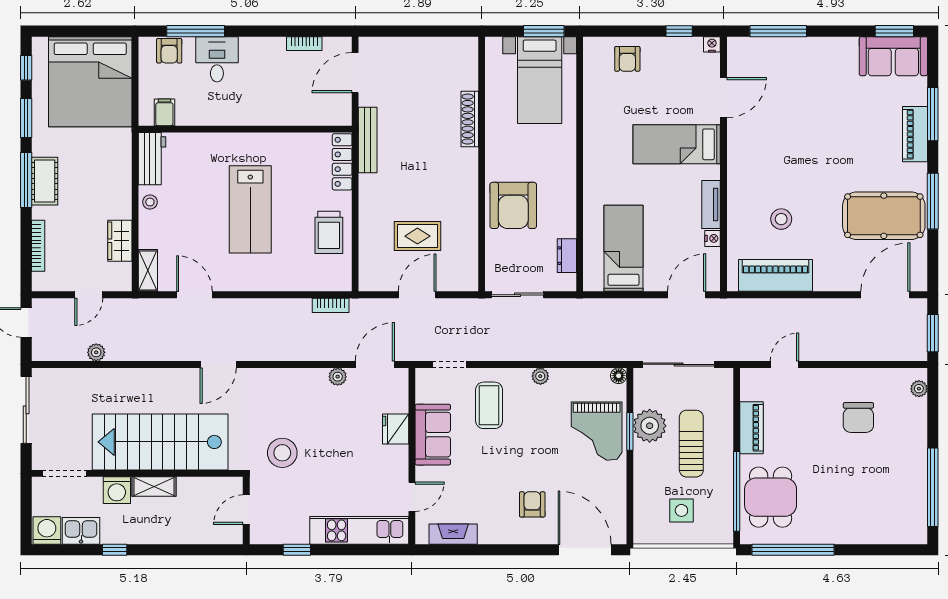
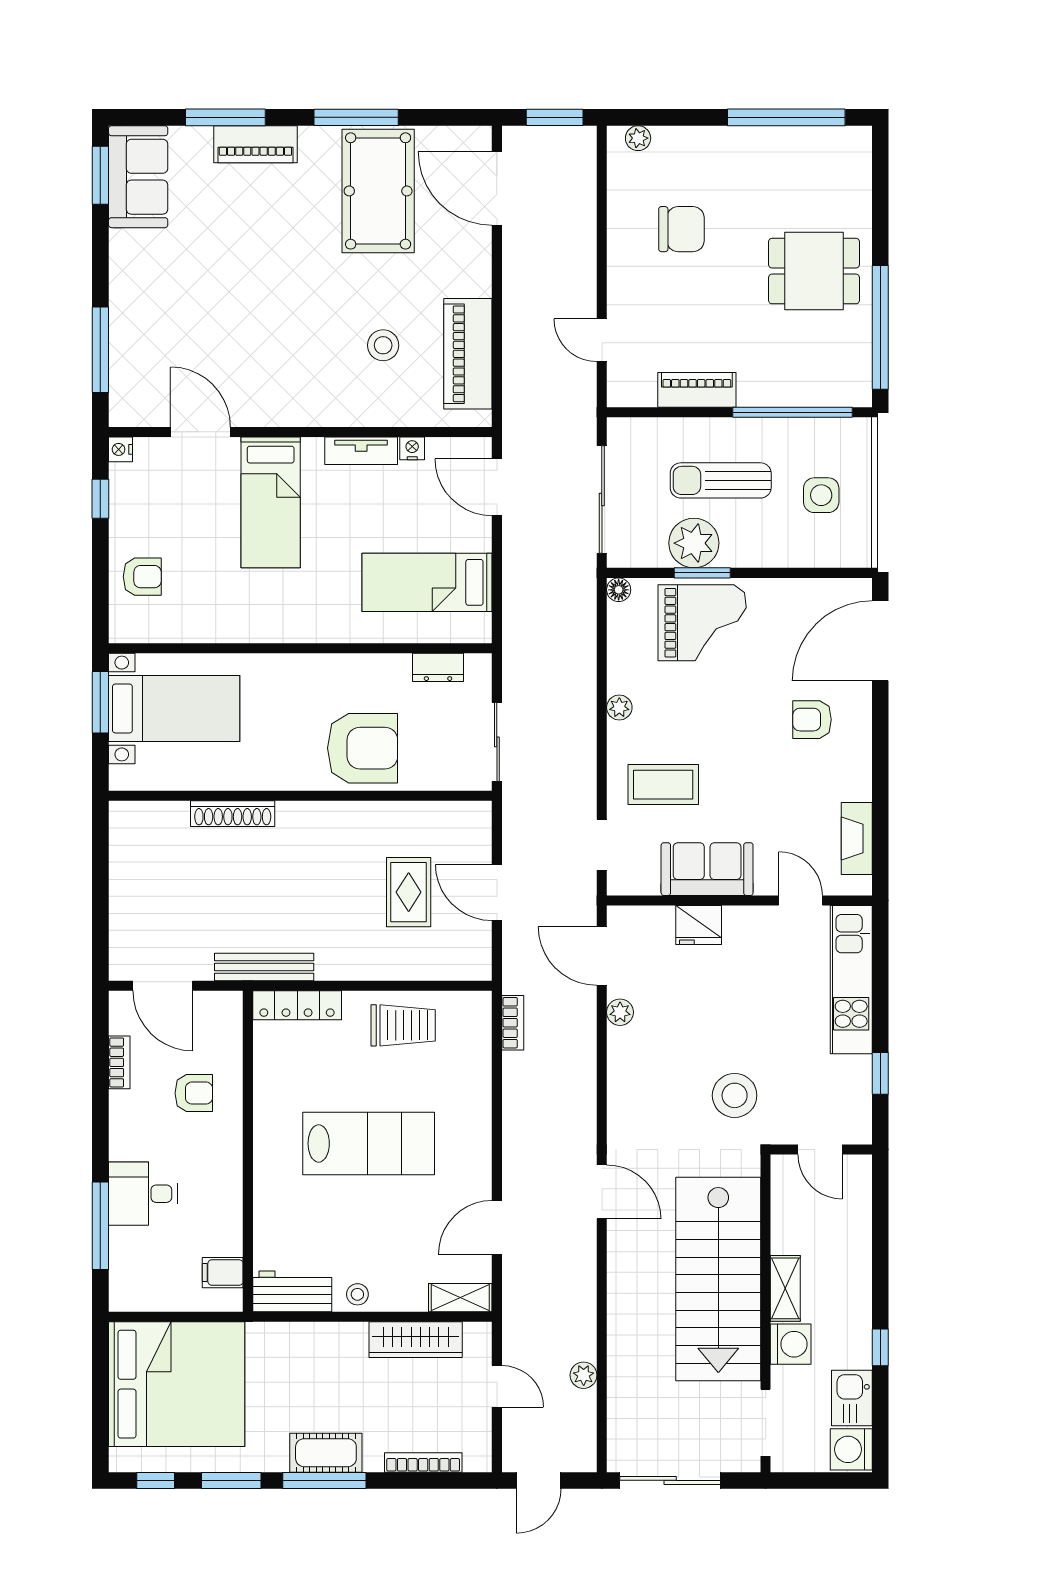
armchair: (169, 51) -> (194, 1093), moved
wardrobe: (120, 241) -> (416, 1340), width x1.50
dining table: (771, 497) -> (814, 271), moved

